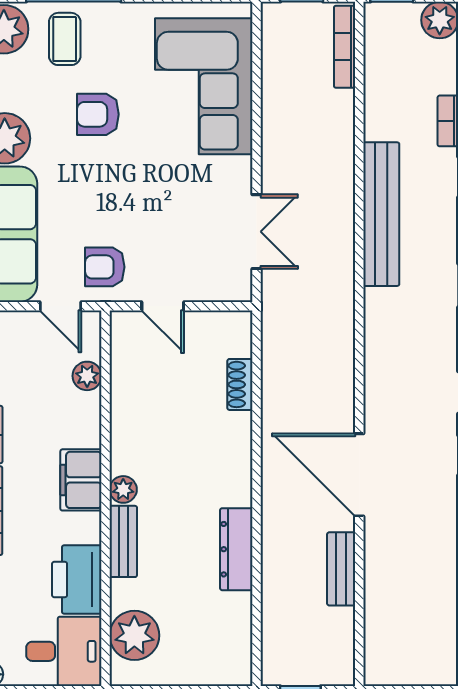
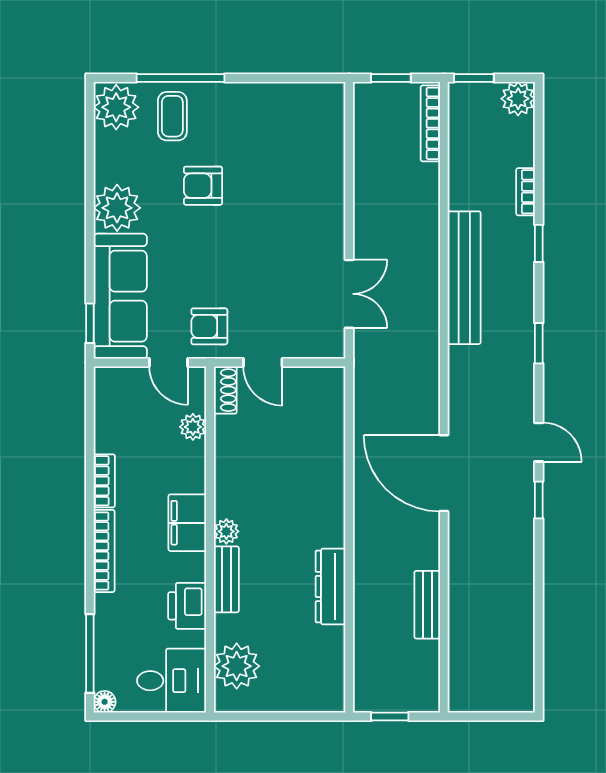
corner sofa: (204, 86) -> (300, 160), removed
shoe rack: (240, 384) -> (225, 390), moved, turned 180
door: (359, 475) -> (444, 473), moved
printer: (77, 580) -> (187, 606), width x0.73, depth x0.84

